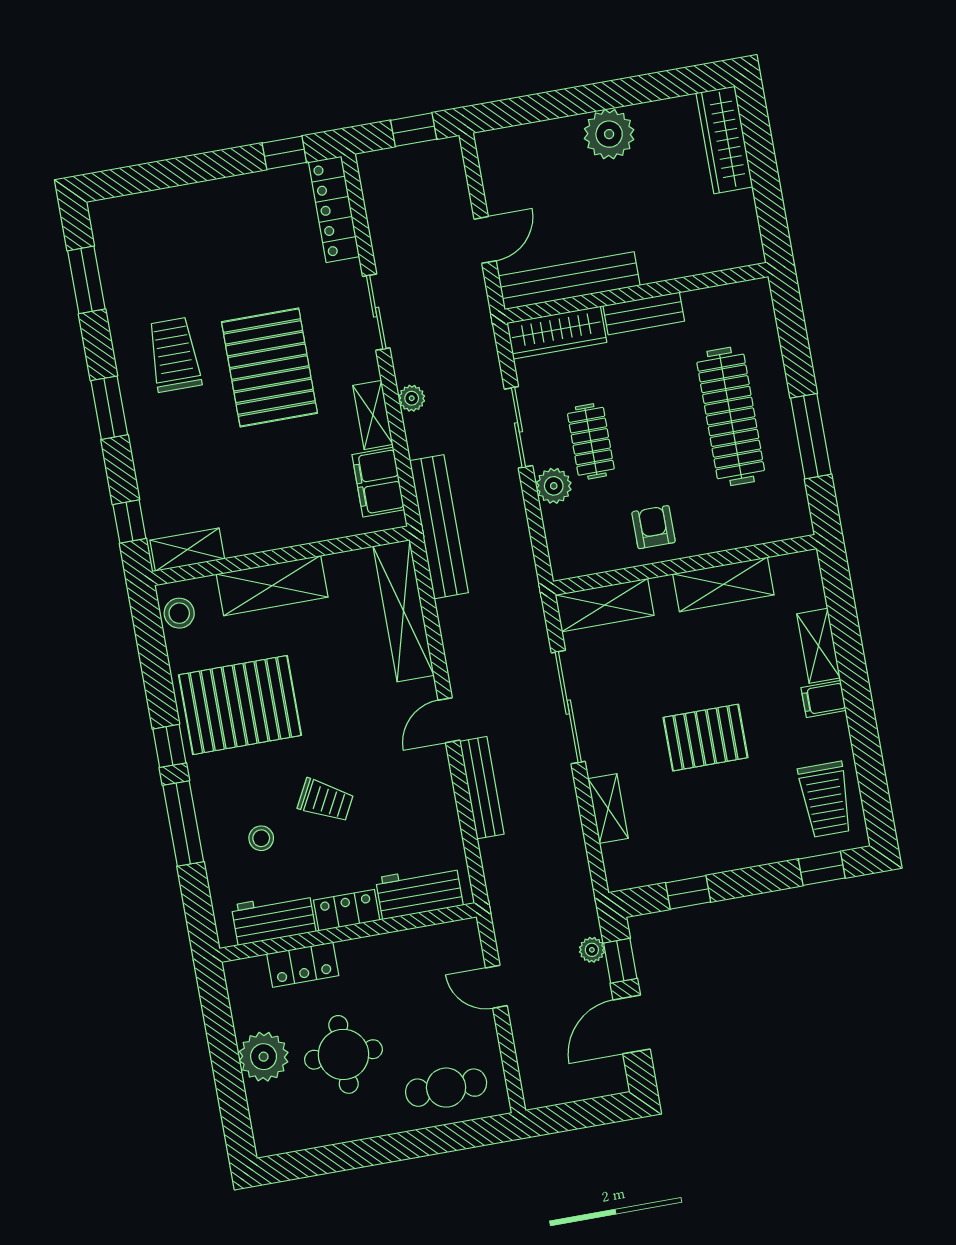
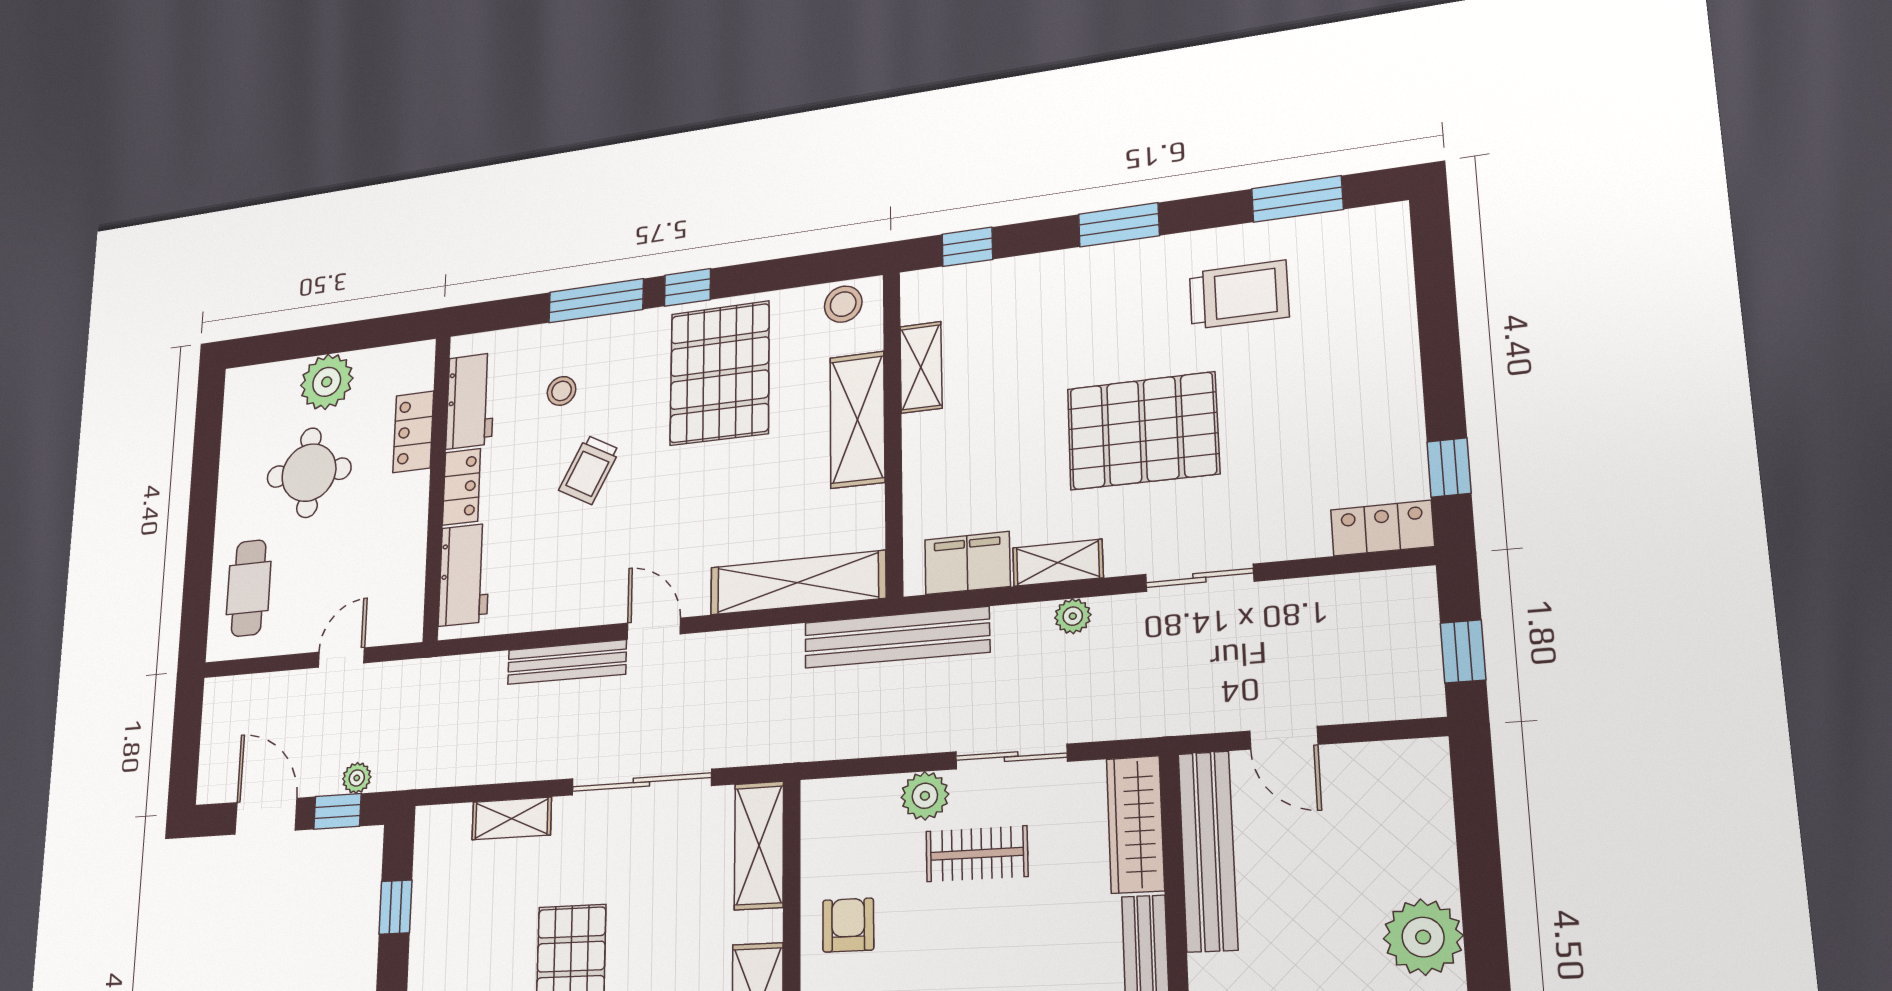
locker: (334, 209) -> (1382, 528), width x0.66
trolley: (174, 355) -> (1239, 295), moved
armchair: (654, 527) -> (848, 925), turned -90
shelving: (187, 550) -> (921, 367), moved

